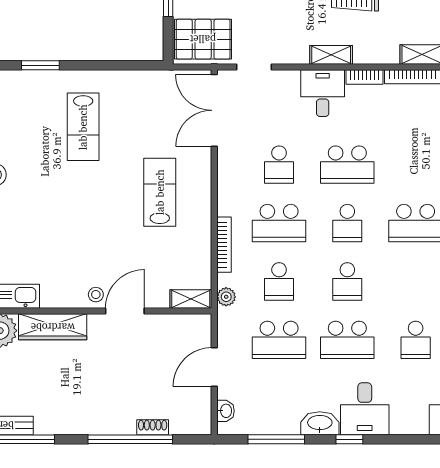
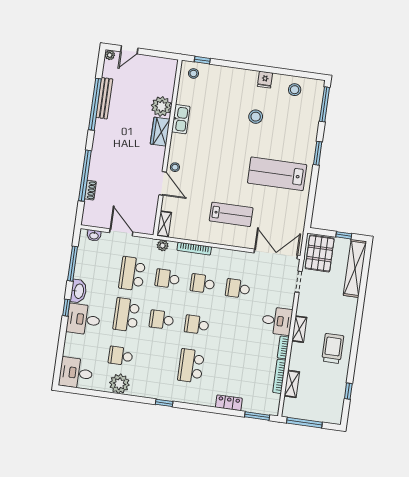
lab bench: (83, 127) -> (277, 174), width x1.36, depth x1.39
school desk: (347, 165) -> (232, 330), removed
school desk: (279, 223) -> (203, 284), width x0.54
wardrobe: (53, 327) -> (160, 132), width x0.67

